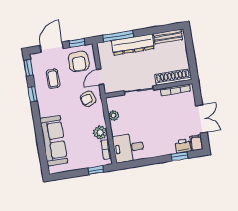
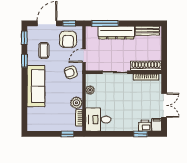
sofa: (54, 141) -> (36, 86), moved

